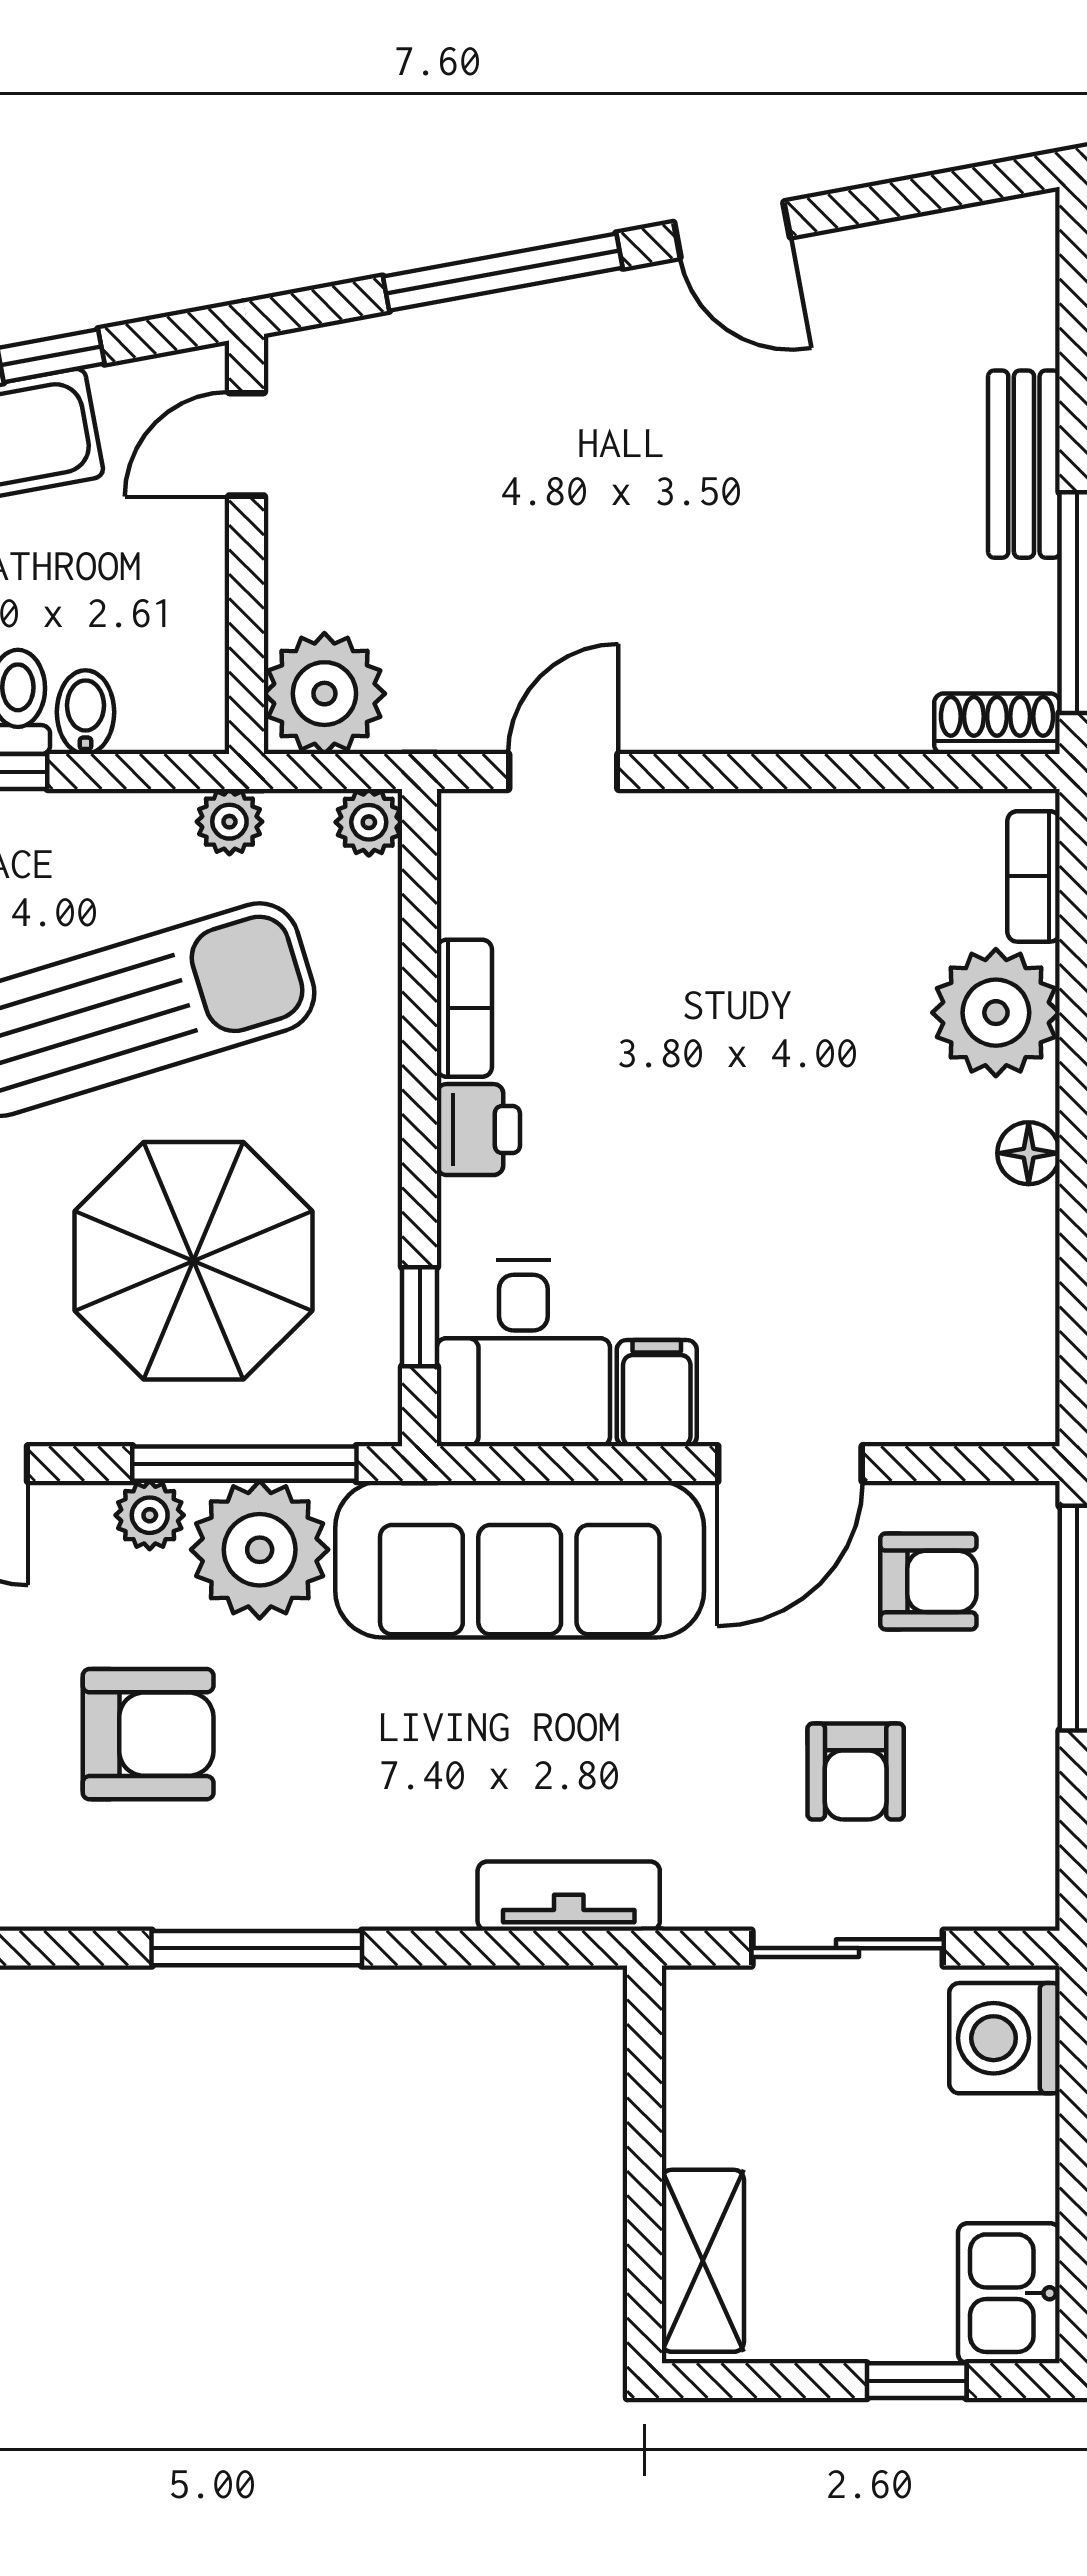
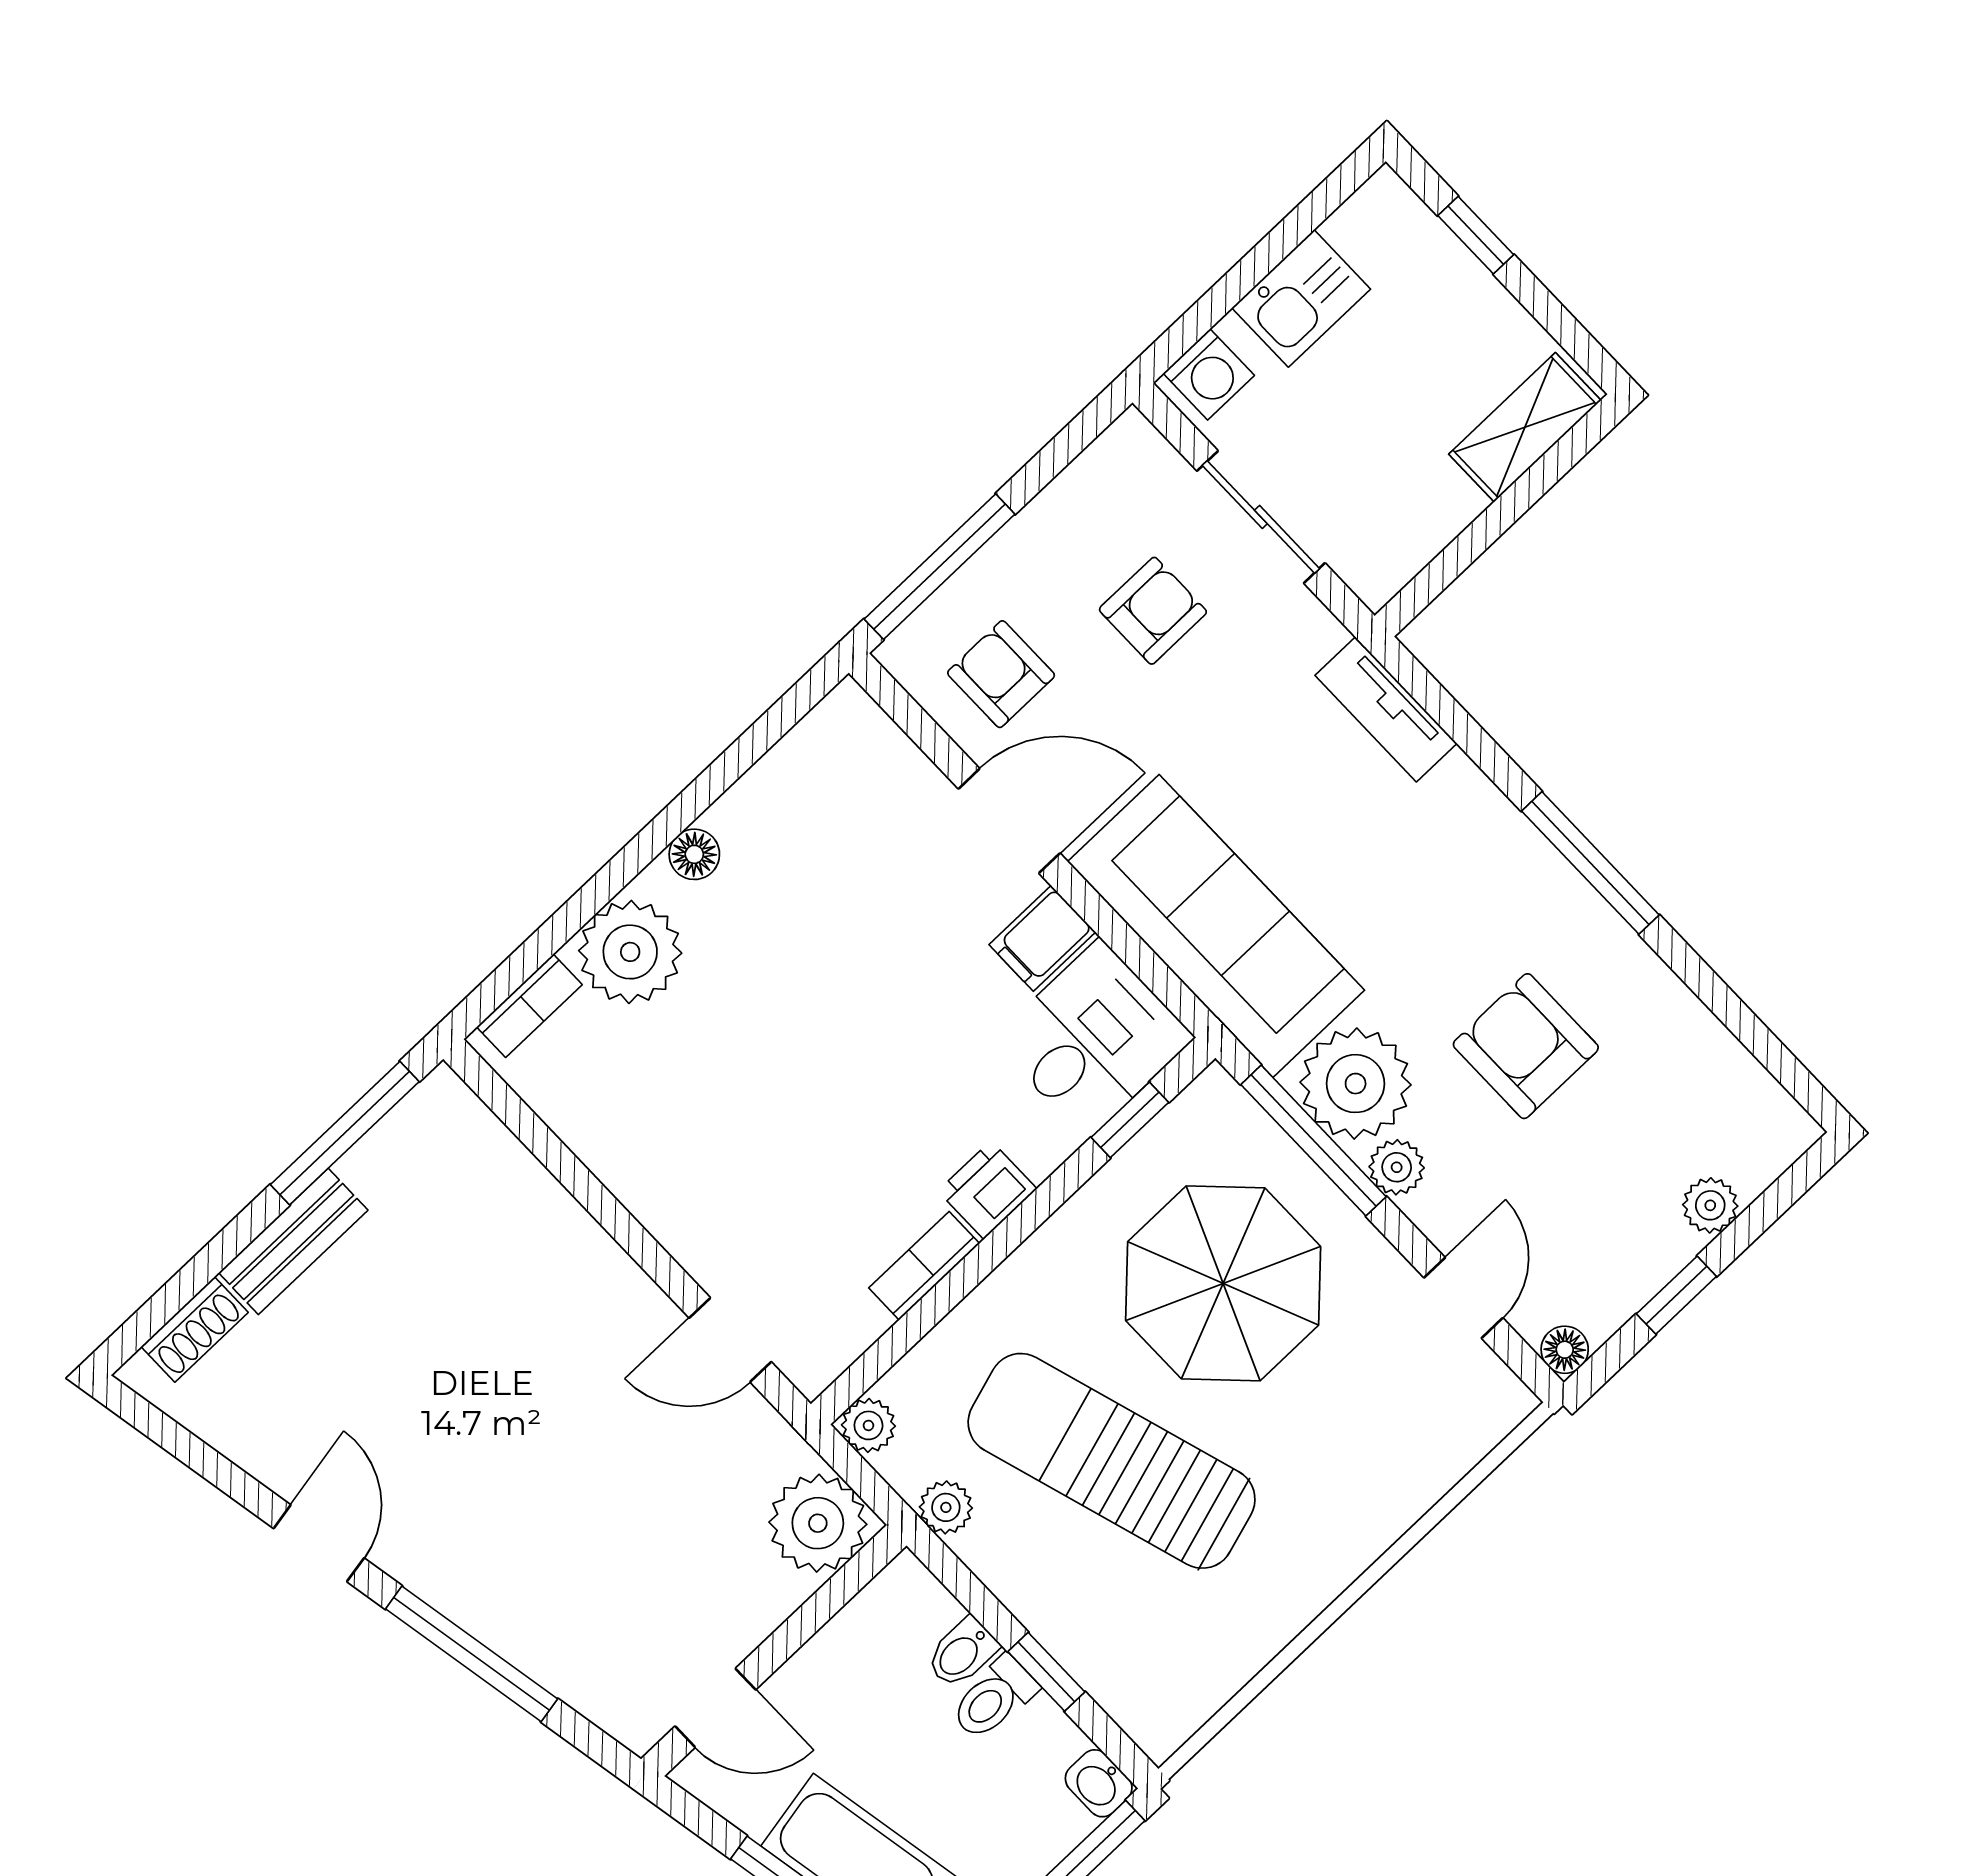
shoe rack: (997, 724) -> (195, 1329), moved, turned -90
washing machine: (1005, 2038) -> (1209, 374), width x0.73, depth x0.73
kitchen sink: (1009, 2293) -> (1301, 298), moved

